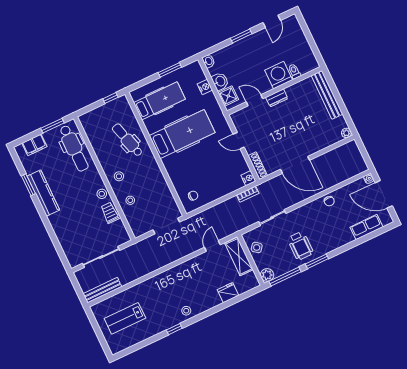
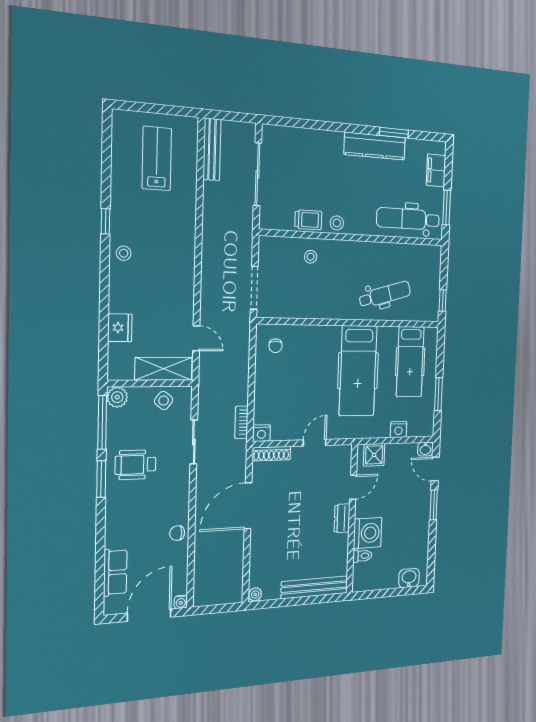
door: (272, 21) -> (435, 469), moved
washbasin: (220, 81) -> (409, 578), moved, turned 180
stool: (119, 176) -> (347, 259), removed

